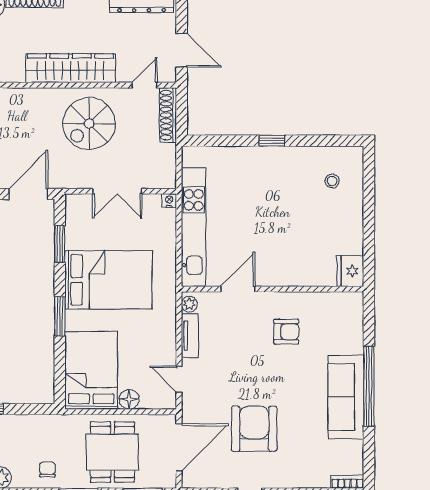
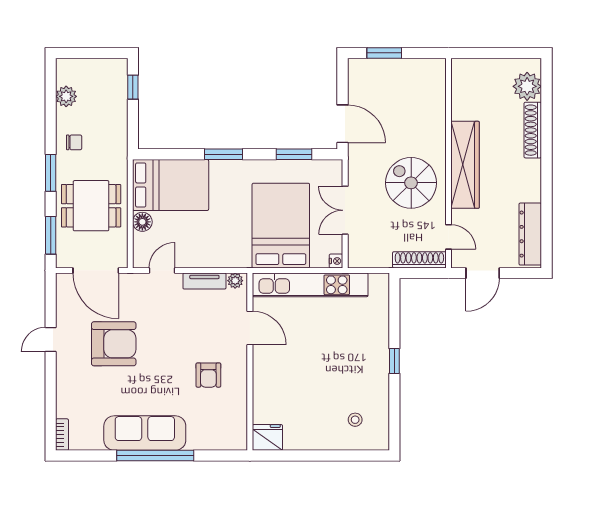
bed: (108, 280) -> (281, 226), moved, turned 180

